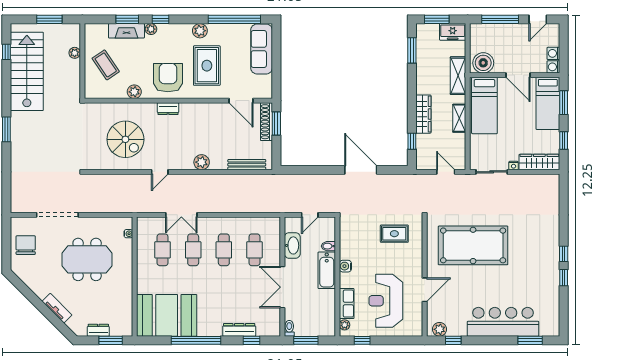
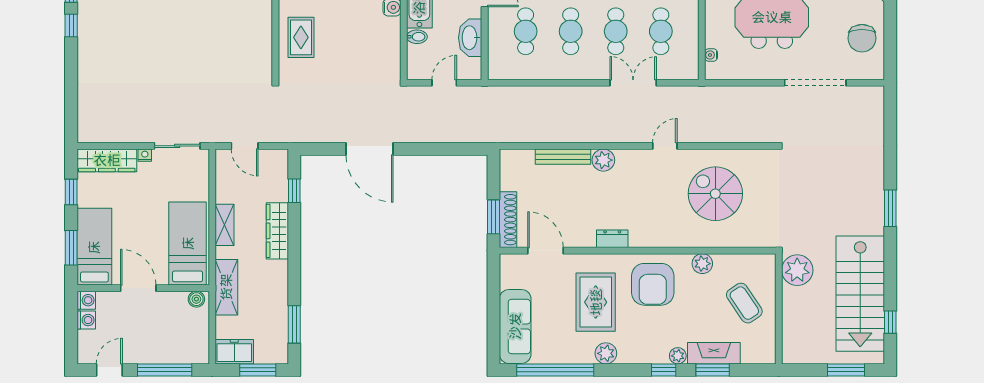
window: (49, 19) -> (846, 370), moved
plant: (75, 53) -> (797, 270), moved, width x1.88, depth x1.88
boiler: (483, 63) -> (196, 299), width x0.54, depth x0.54
dresser: (168, 109) -> (612, 239), moved
bench: (247, 165) -> (563, 157), moved
rug: (394, 234) -> (301, 37), moved, turned 90
pool table: (473, 245) -> (204, 38), removed

